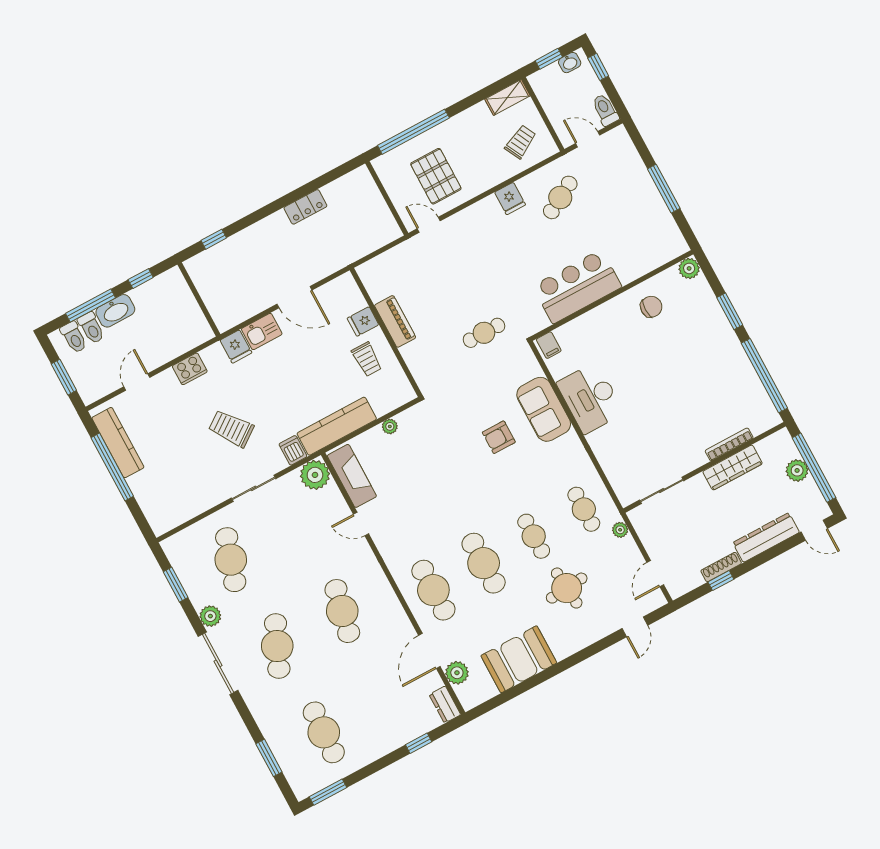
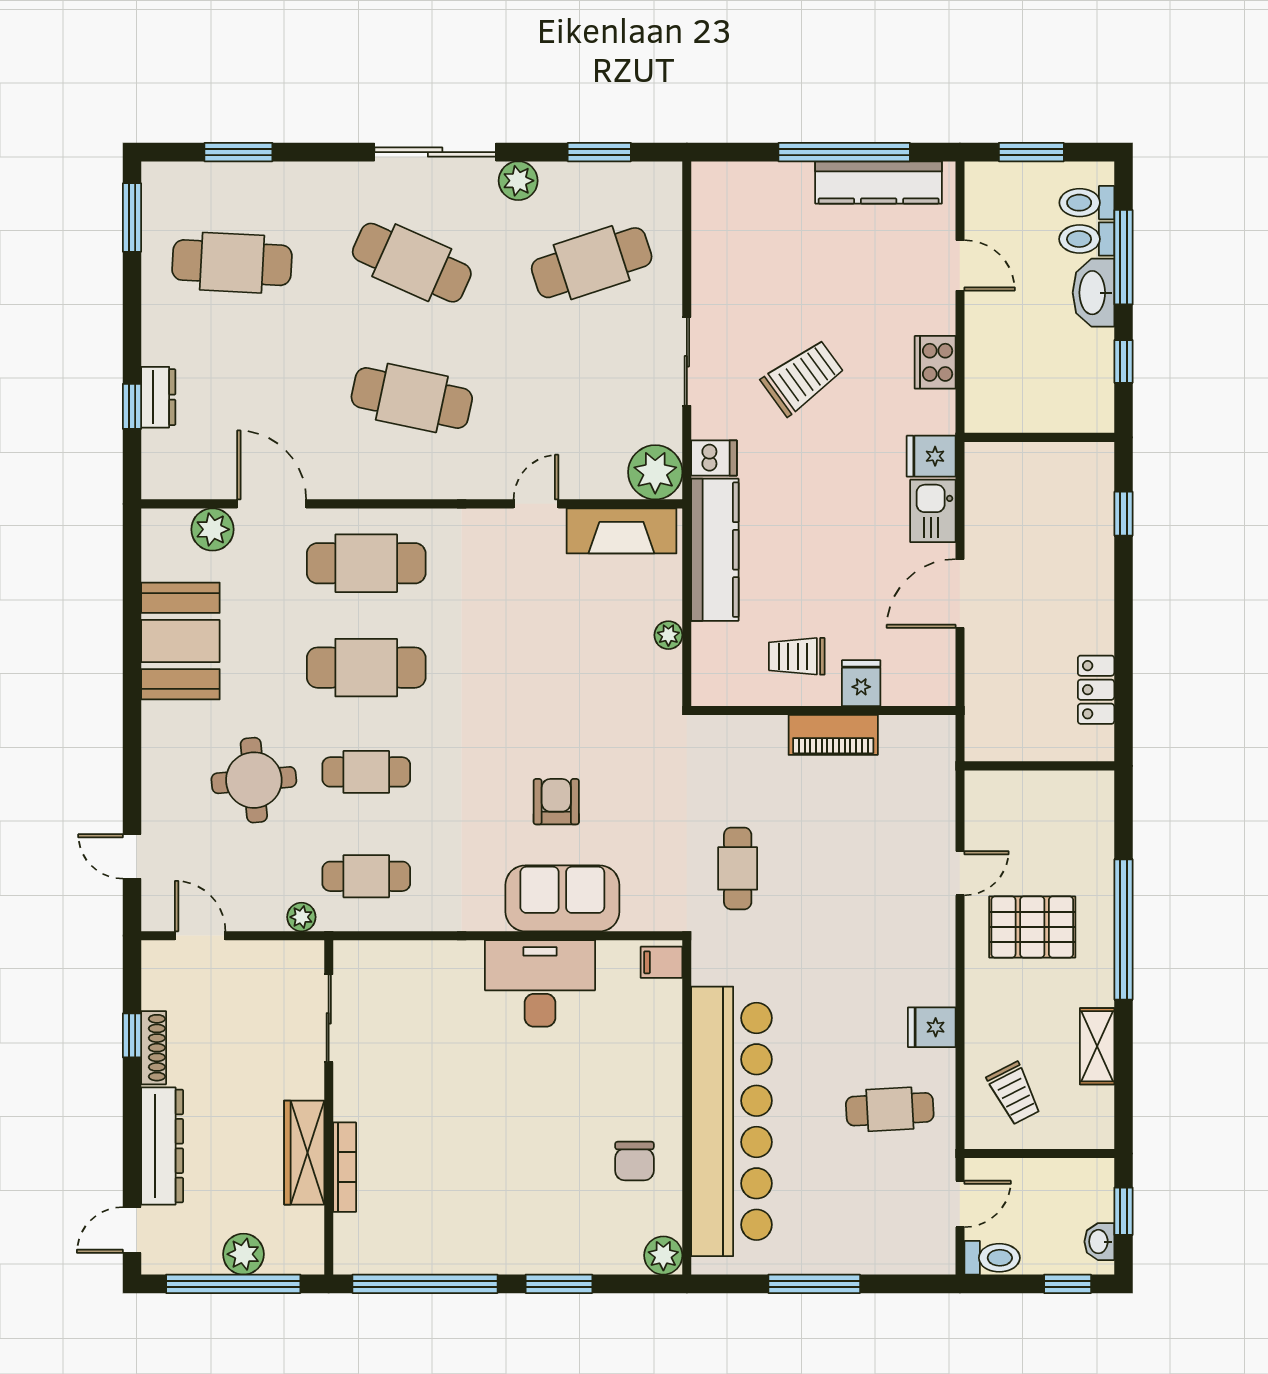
shelving: (507, 97) -> (1097, 1046), moved
cafe table: (560, 197) -> (890, 1109), turned -64
wall: (387, 198) -> (1039, 766), moved
bar counter: (577, 286) -> (732, 1121), width x1.86
cafe table: (231, 560) -> (592, 263), turned -36
dresser: (445, 705) -> (158, 397), moved, turned 90

